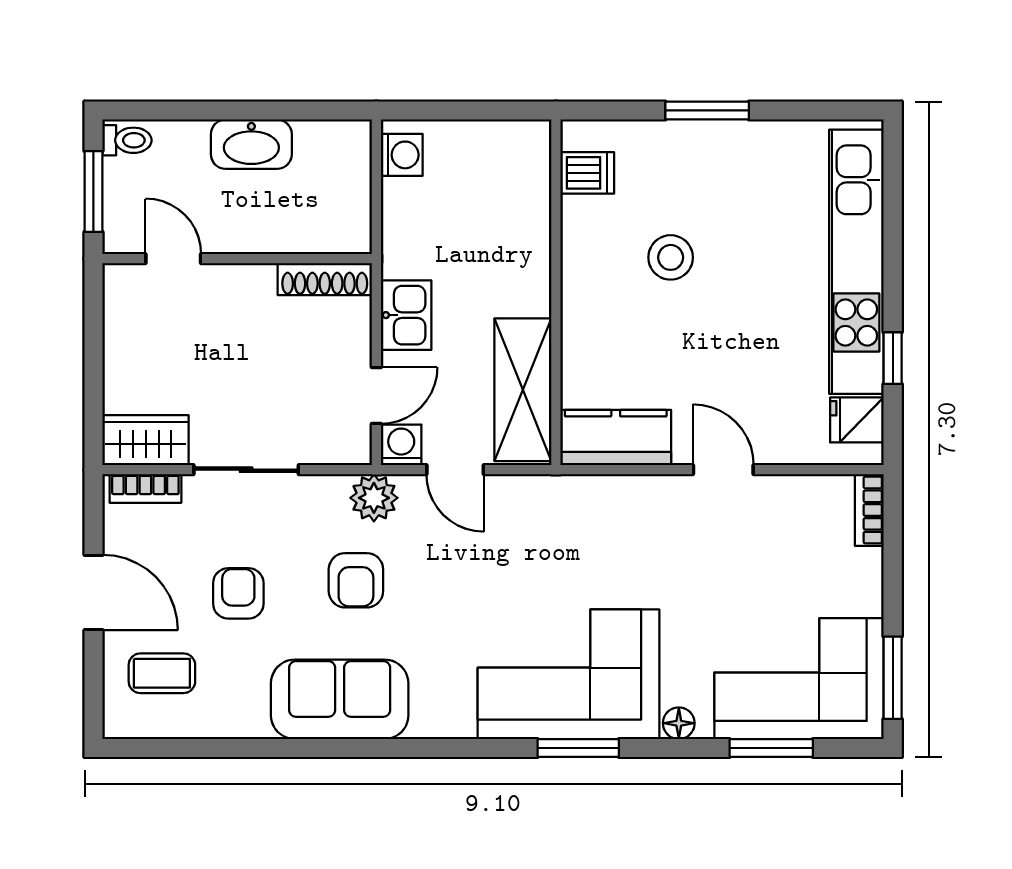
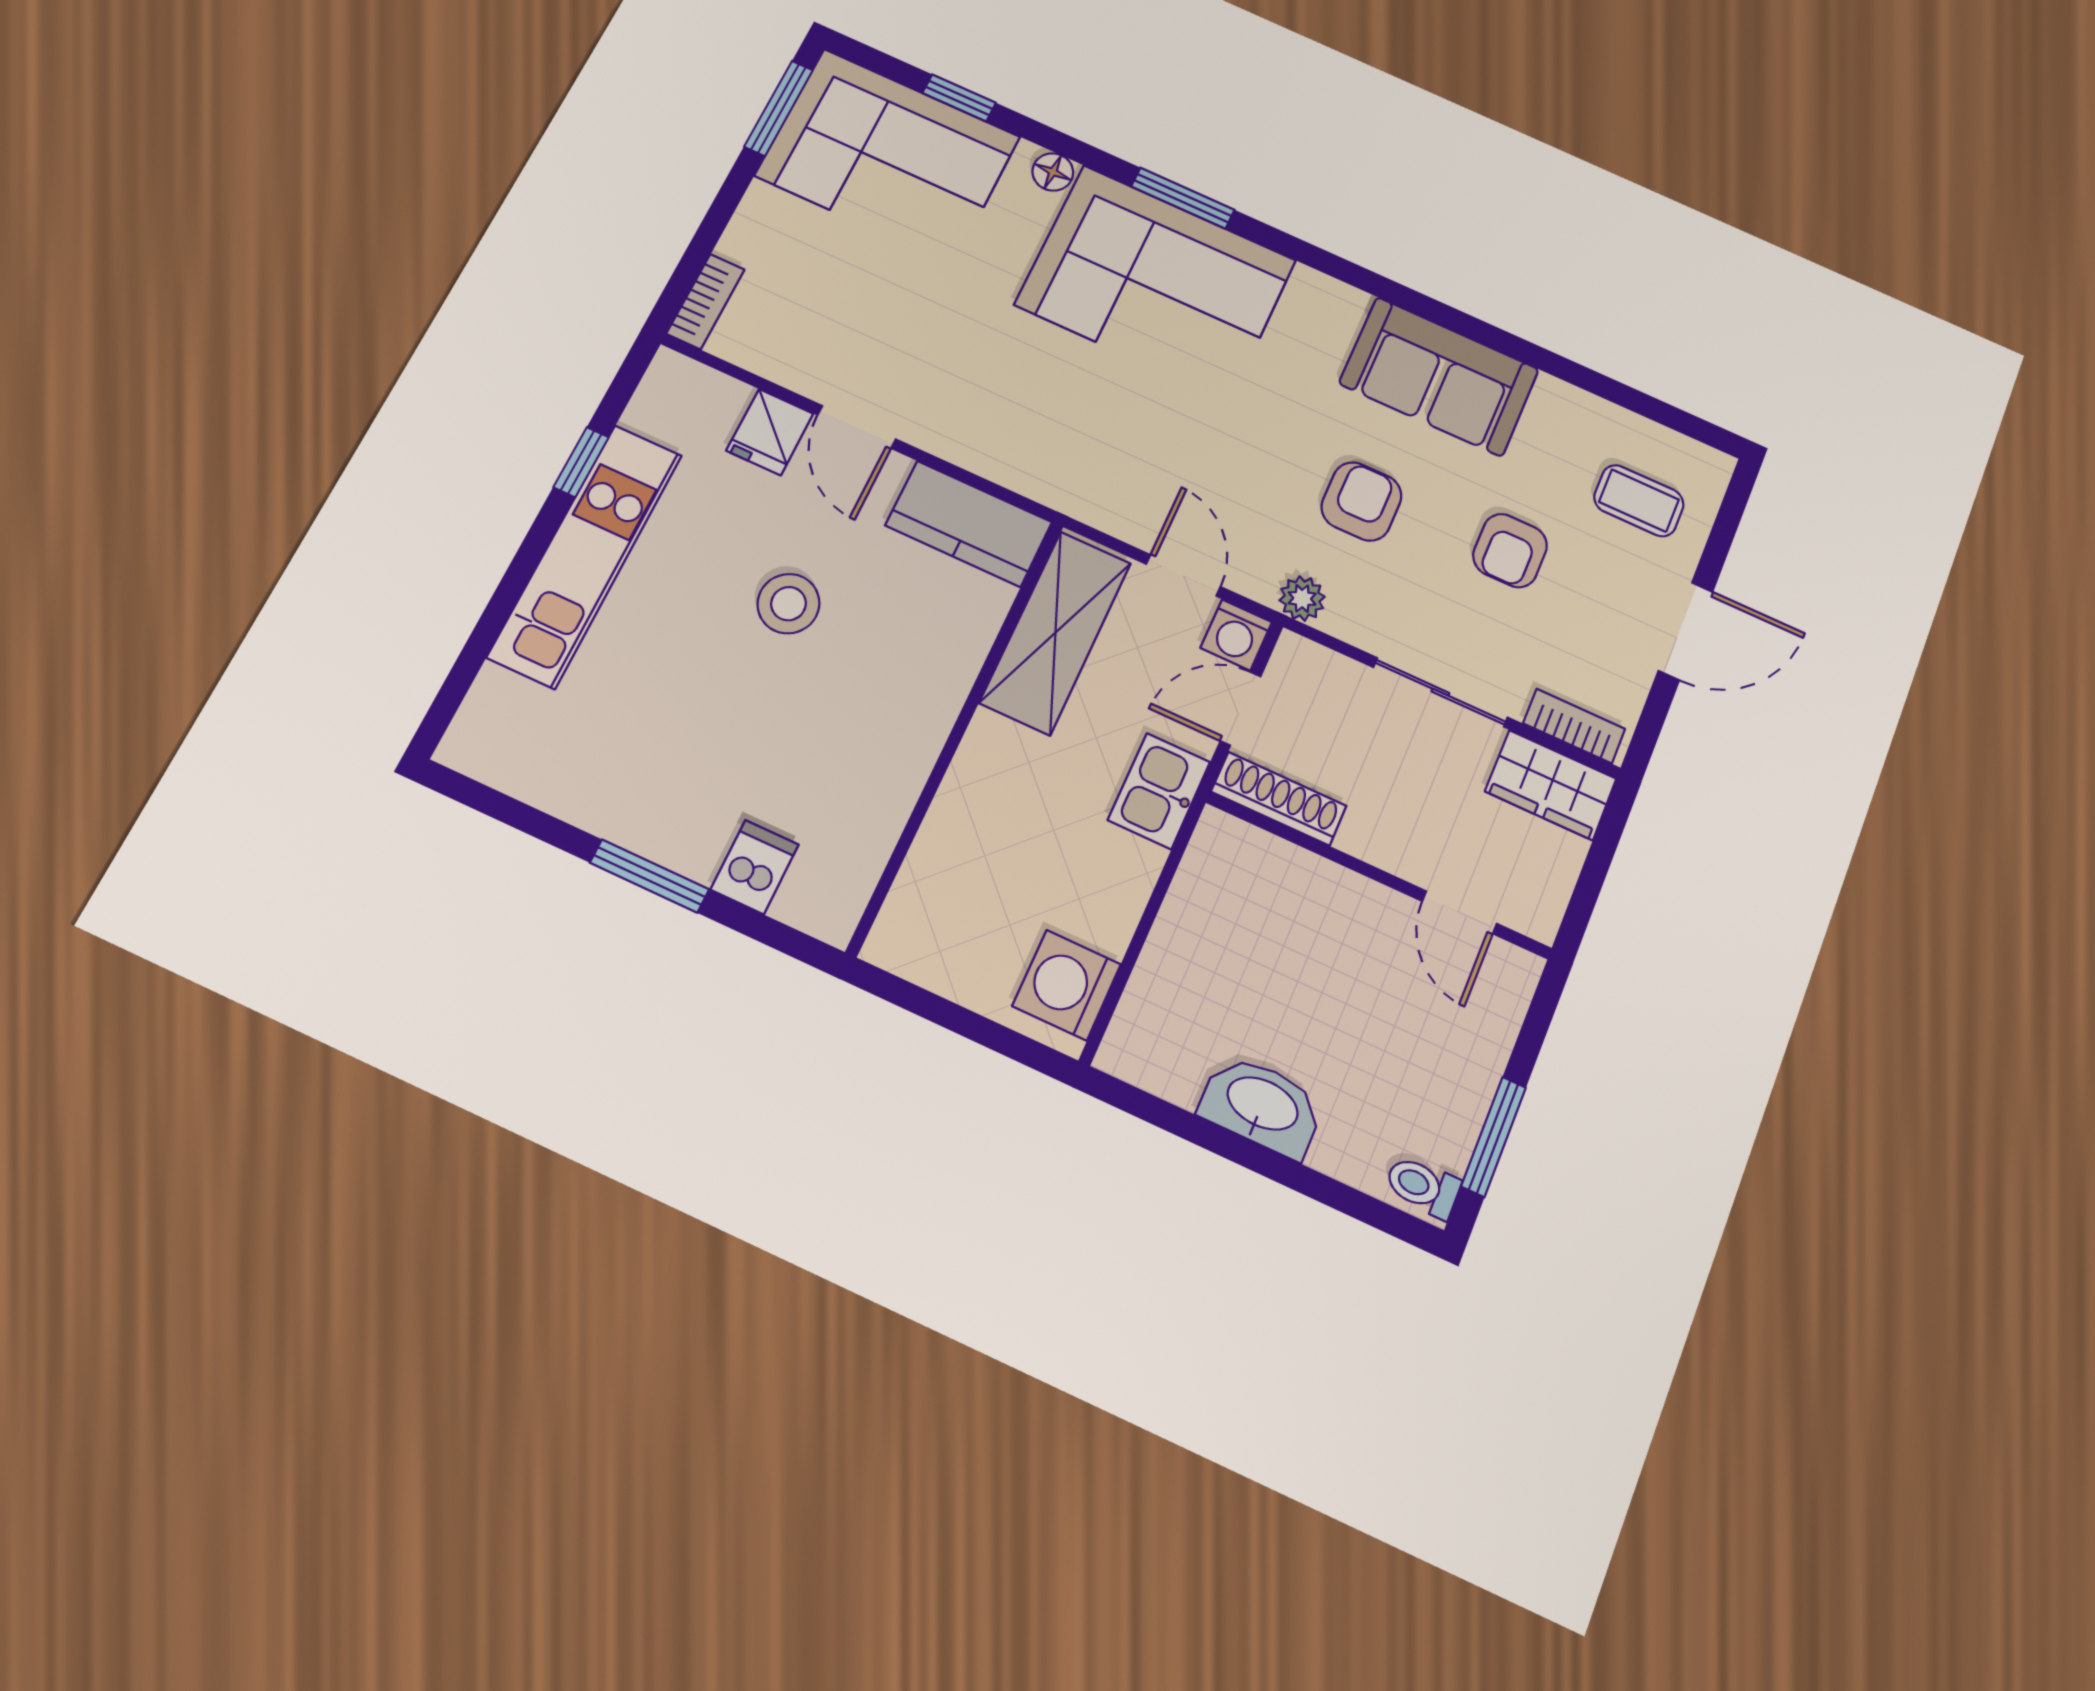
washing machine: (402, 155) -> (1067, 985), width x1.38, depth x1.38
dishwasher: (587, 173) -> (755, 867), moved, turned 90
stool: (671, 257) -> (789, 604), moved
door: (173, 259) -> (1459, 912), moved
wall: (237, 259) -> (1378, 875), moved
kitchen unit: (856, 262) -> (586, 555), width x0.73
shoe rack: (325, 279) -> (1279, 799), moved
fridge: (857, 420) -> (770, 432), moved, turned 90
plant: (374, 498) -> (1302, 598), width x0.73, depth x0.73
door: (93, 593) -> (1686, 631), swing flipped
window: (771, 748) -> (959, 98), width x0.67

